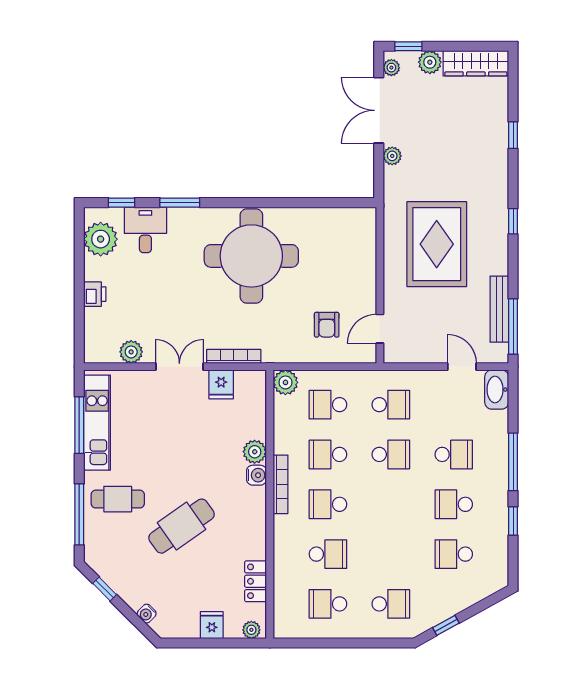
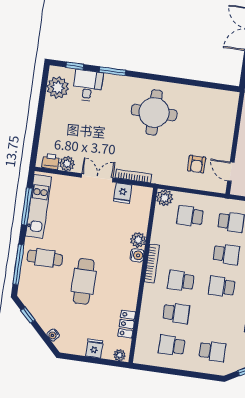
round table: (251, 256) -> (154, 112), width x0.73, depth x0.73
printer: (95, 294) -> (51, 162), moved, turned -90
door: (380, 329) -> (231, 172), hinge flipped
school desk: (328, 454) -> (222, 287), moved
cafe table: (181, 526) -> (84, 281), turned -55

